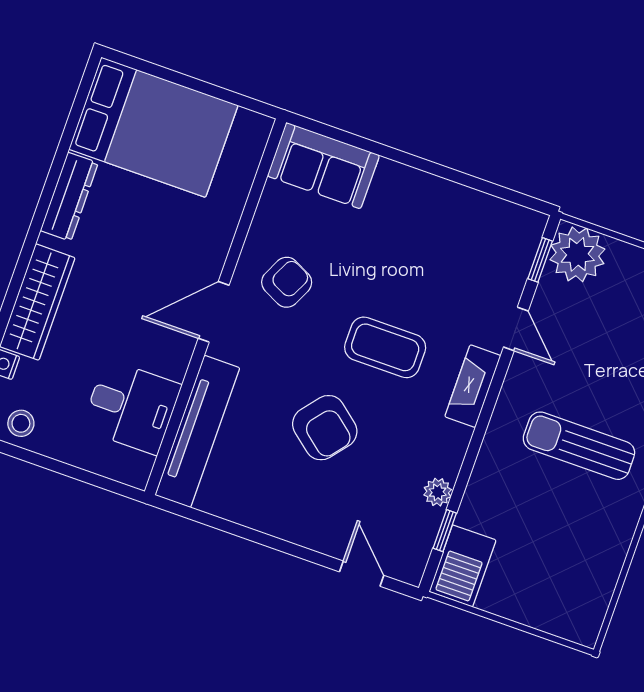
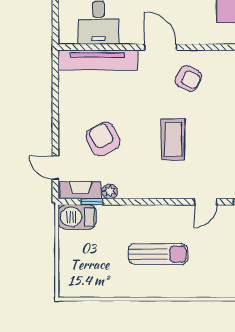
fireplace: (473, 386) -> (80, 190), moved
armchair: (325, 428) -> (103, 139), moved, turned 114
sun lounger: (579, 446) -> (158, 254), turned 90
door: (362, 574) -> (55, 168), swing flipped

